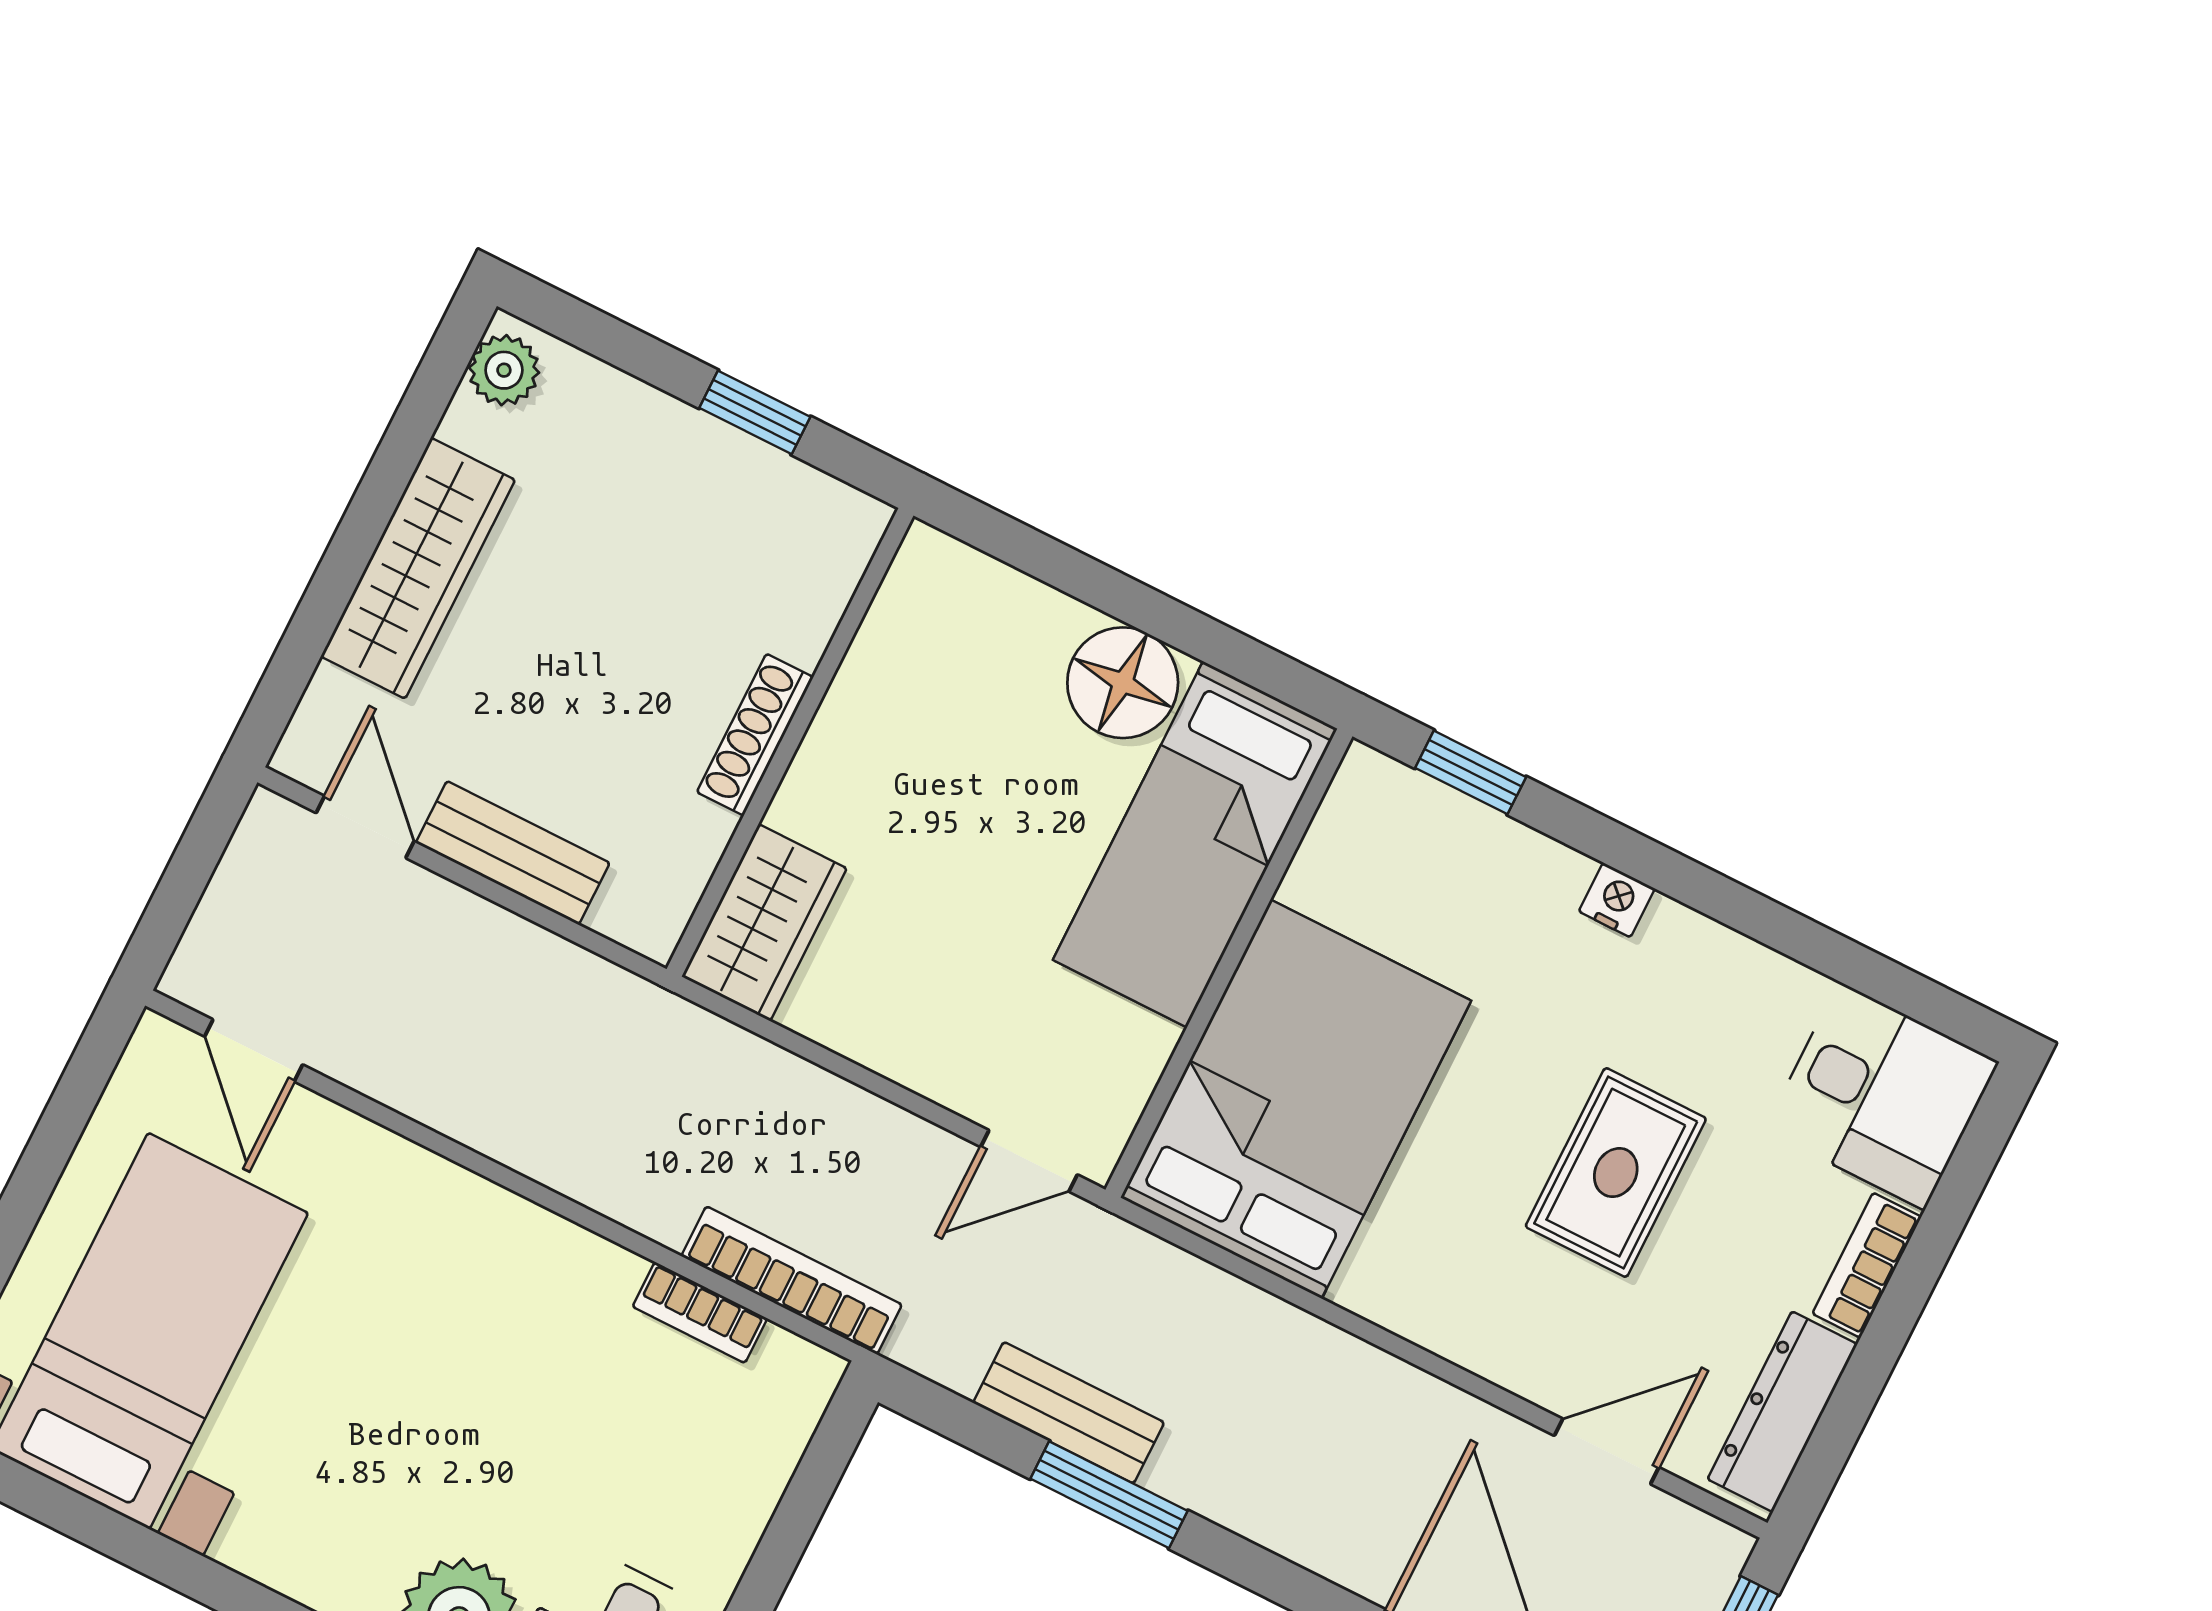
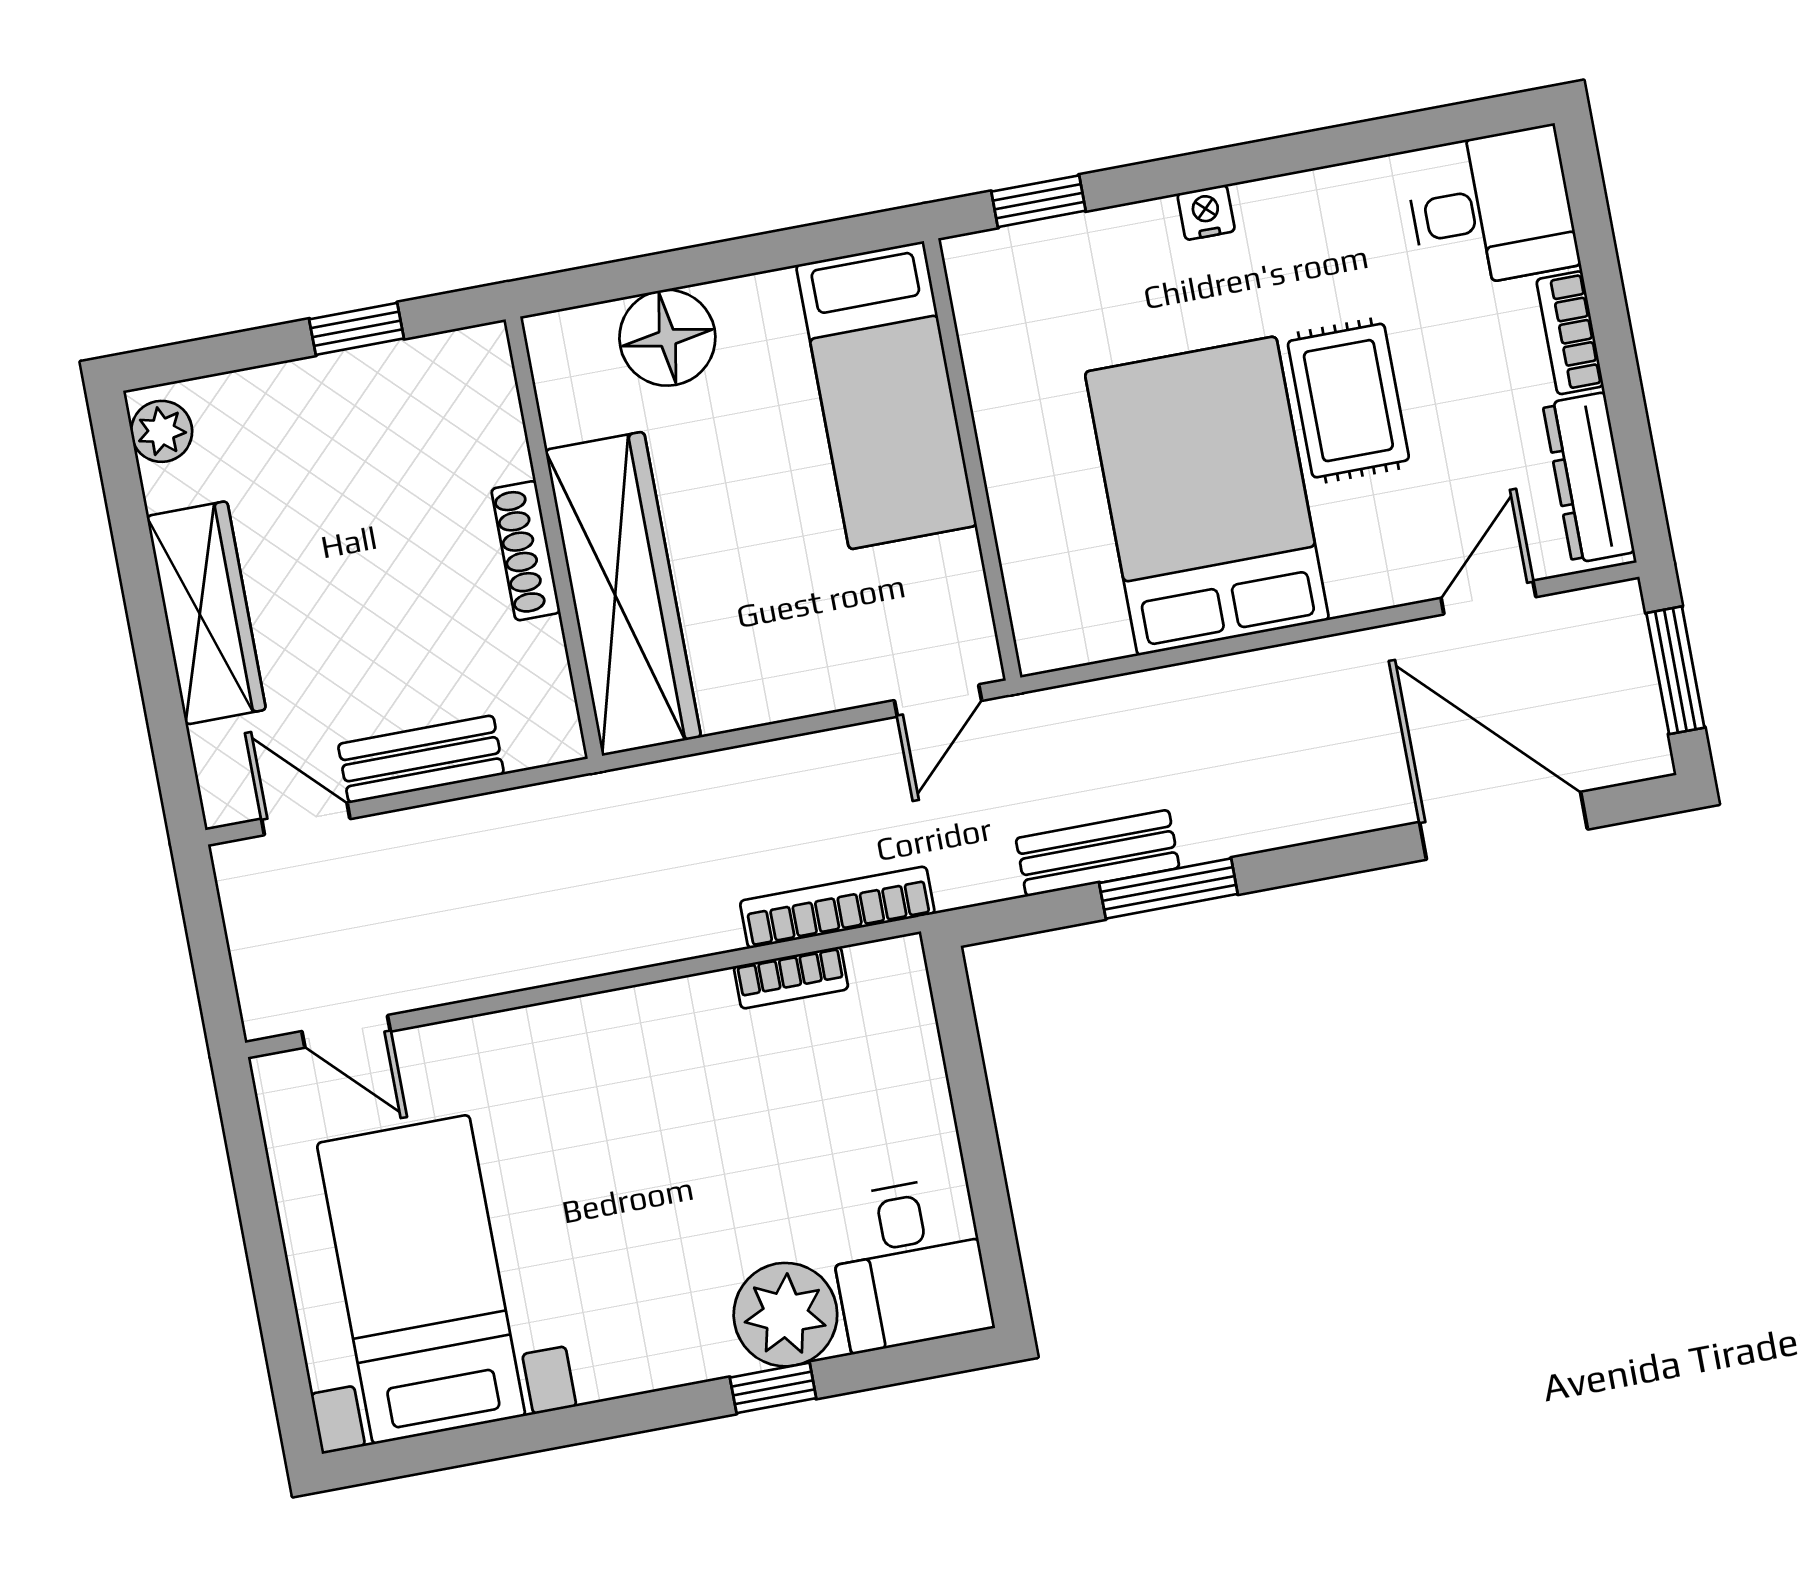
floor lamp: (1123, 683) -> (667, 338), moved
wardrobe: (764, 923) -> (623, 594), width x2.10, depth x1.17
bed: (1296, 1099) -> (1207, 496), moved

